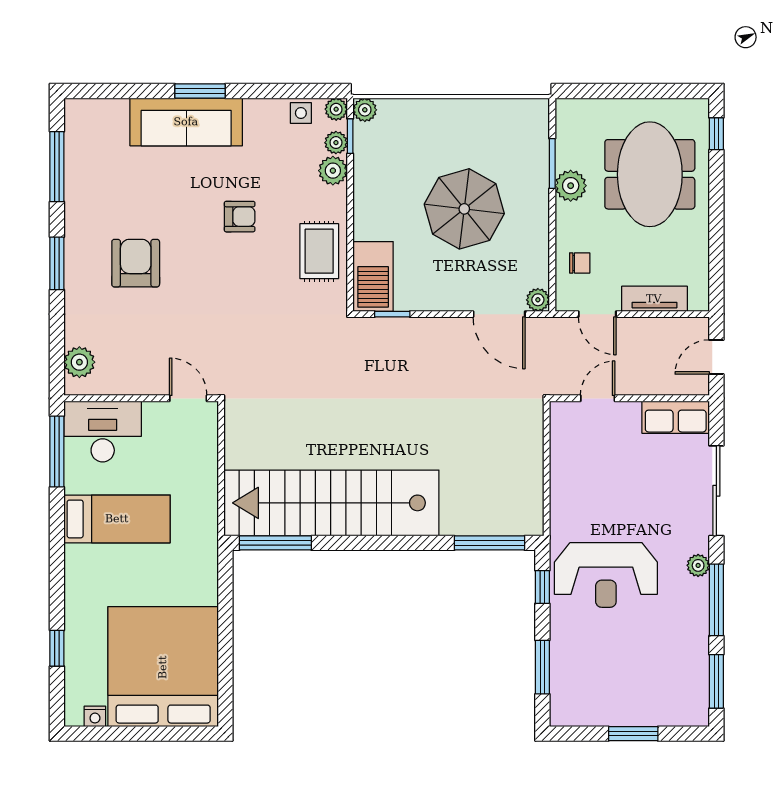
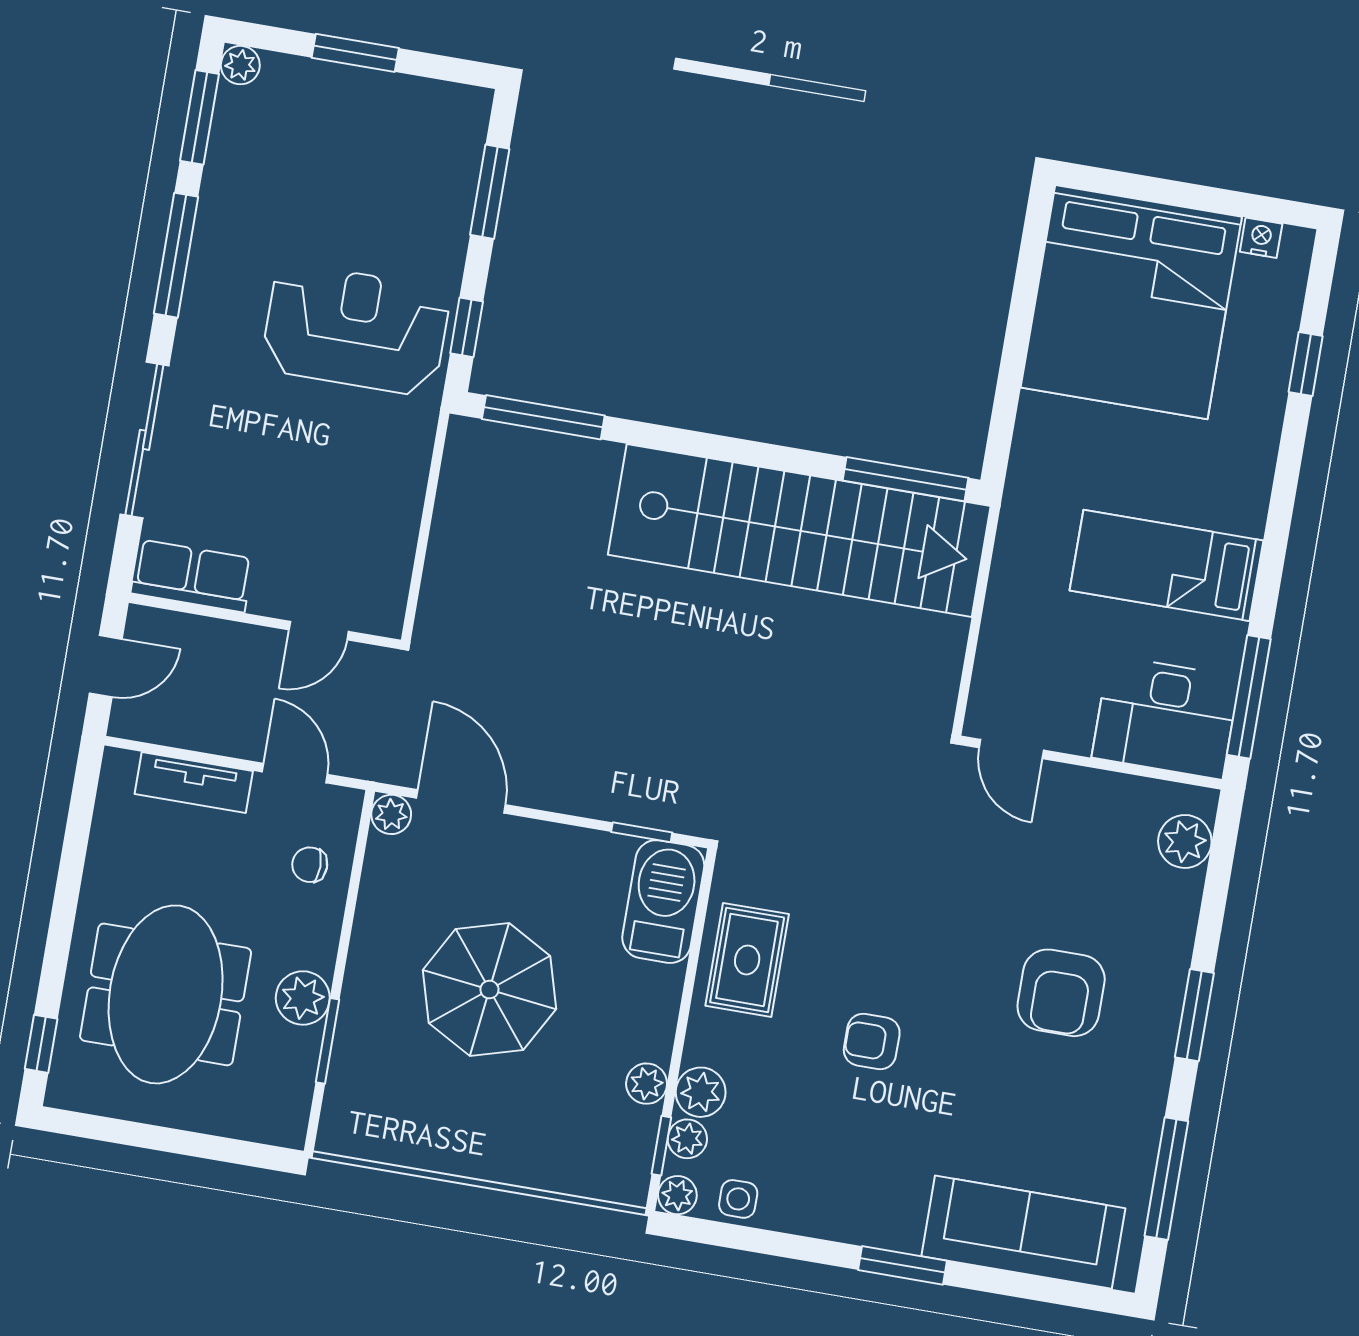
plant: (365, 110) -> (647, 1084), moved
sofa: (186, 122) -> (1023, 1232), moved
plant: (698, 565) -> (240, 65), moved

